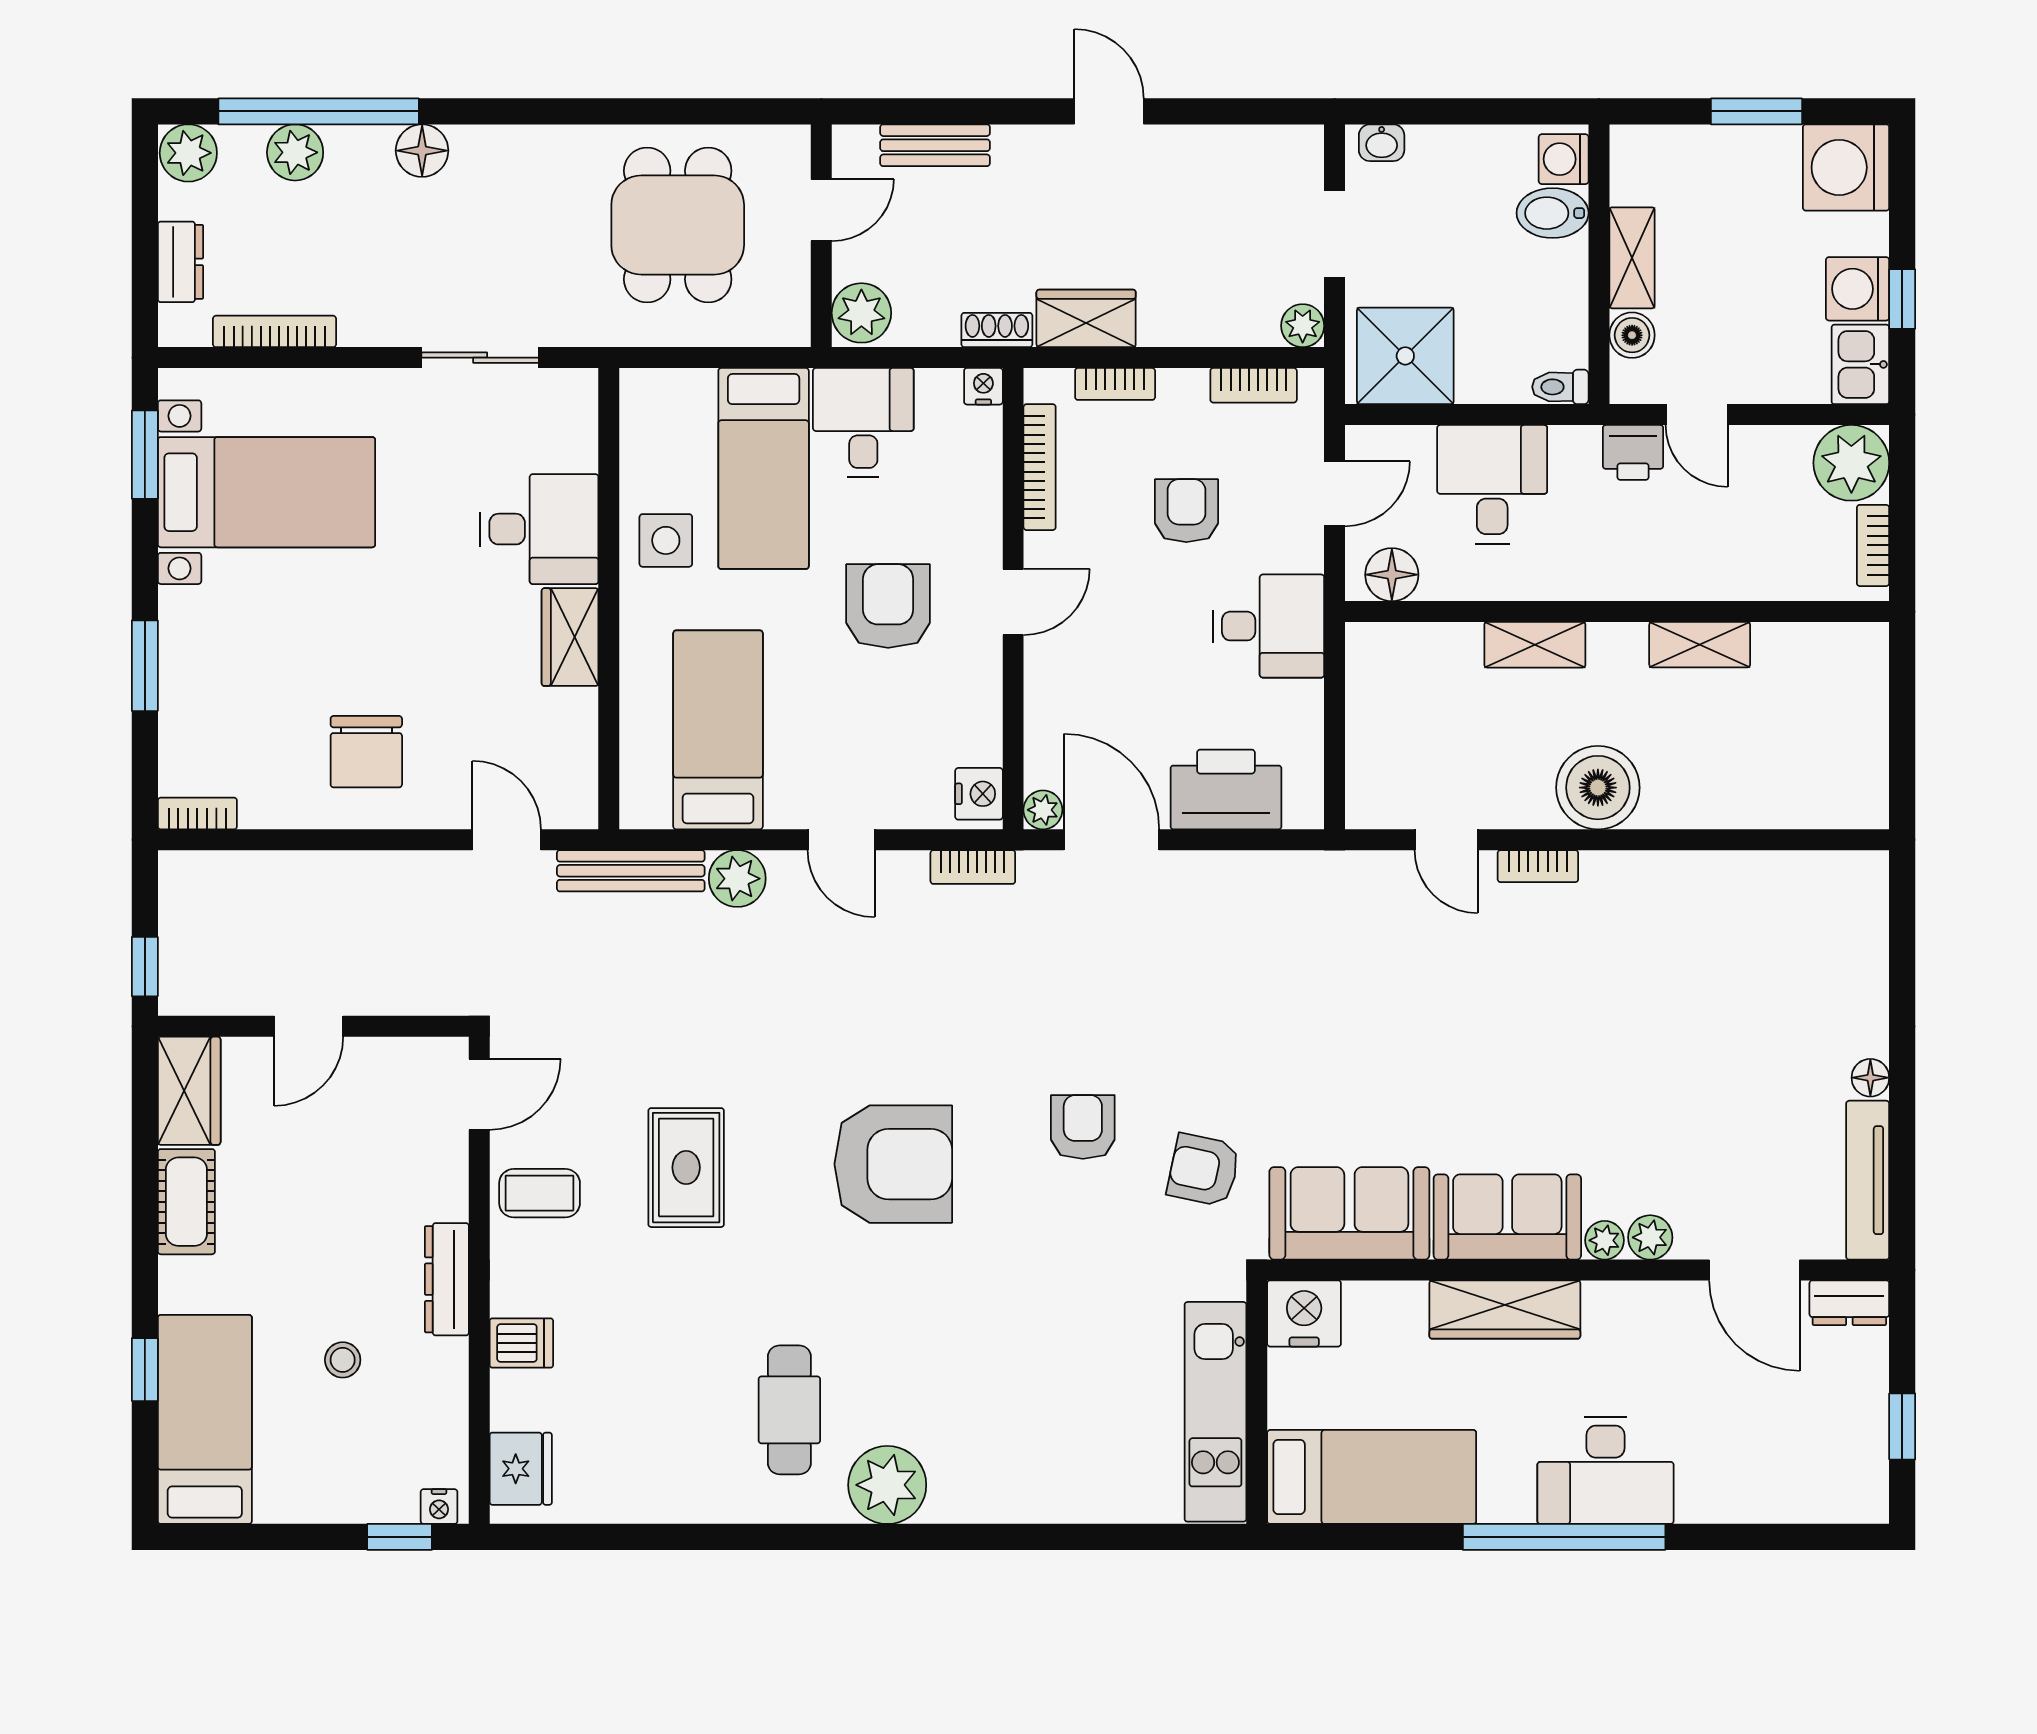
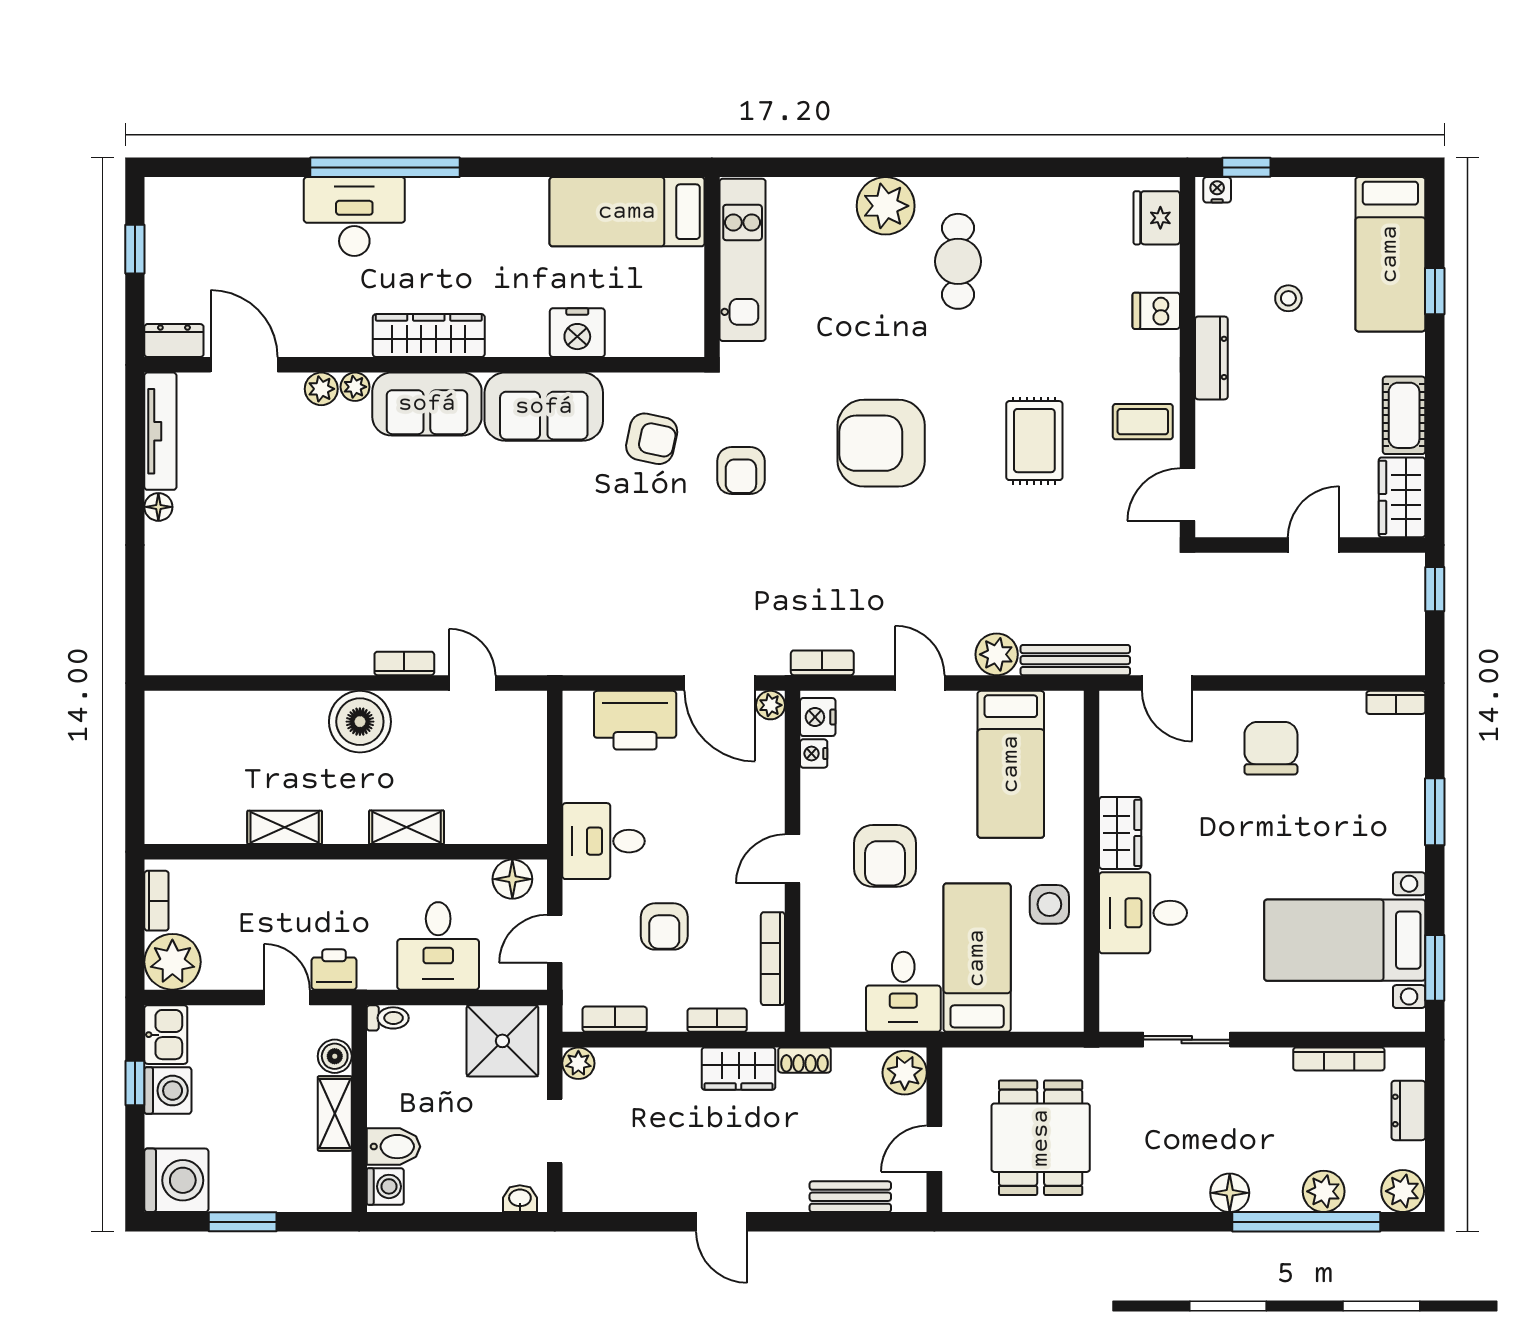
nightstand: (983, 386) -> (814, 754), moved, turned 90
wall: (1257, 1402) -> (712, 267), moved
kitchen unit: (1215, 1412) -> (743, 260), moved
bed: (1372, 1477) -> (627, 212), moved

